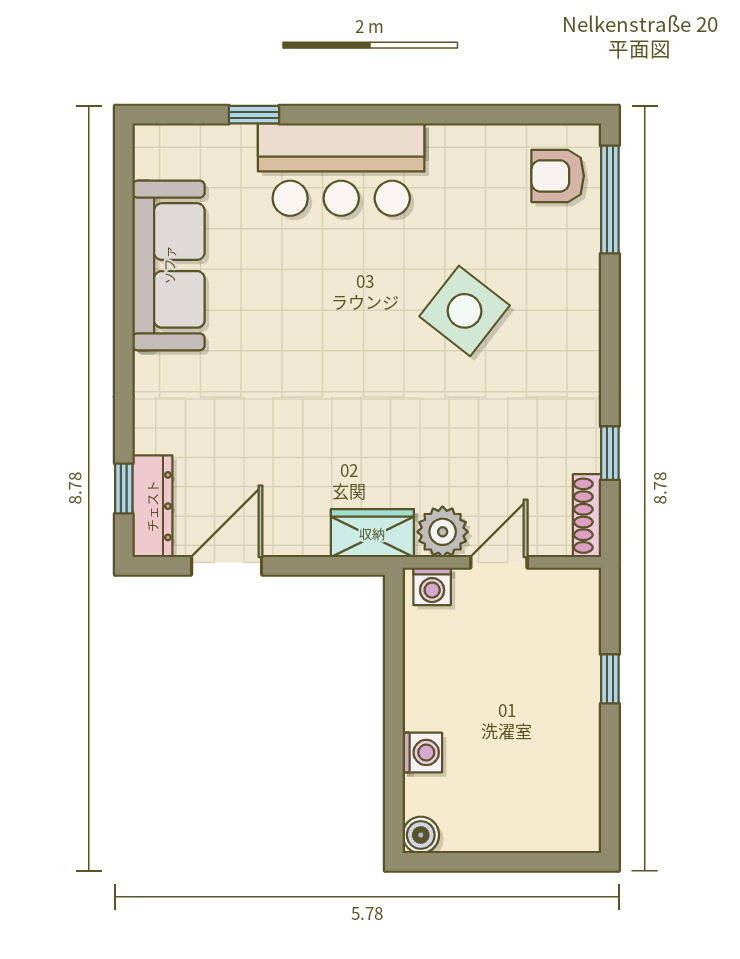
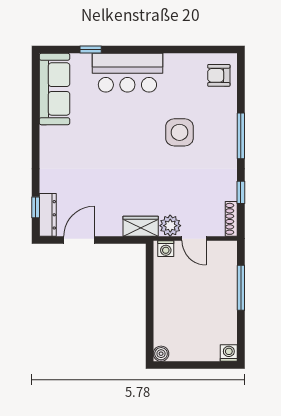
window: (610, 199) -> (241, 136), moved
sofa: (169, 265) -> (55, 89), moved
side table: (465, 311) -> (179, 132), turned -38
door: (499, 562) -> (194, 239), swing flipped
window: (610, 679) -> (241, 288), width x2.17
washing machine: (422, 752) -> (229, 353), moved, turned -90

